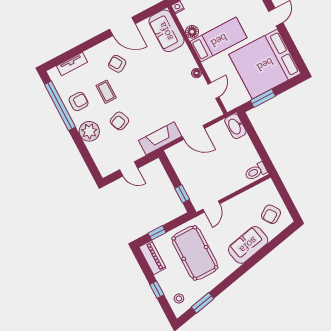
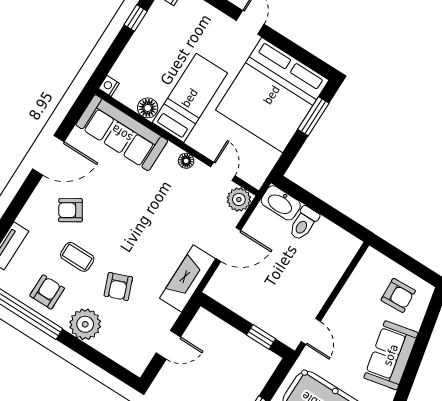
sofa: (166, 31) -> (122, 133), width x1.36
window: (263, 98) -> (313, 116), moved
plant: (213, 111) -> (239, 199), added
toilet: (256, 171) -> (304, 223), moved
armchair: (271, 214) -> (398, 295), turned -58

